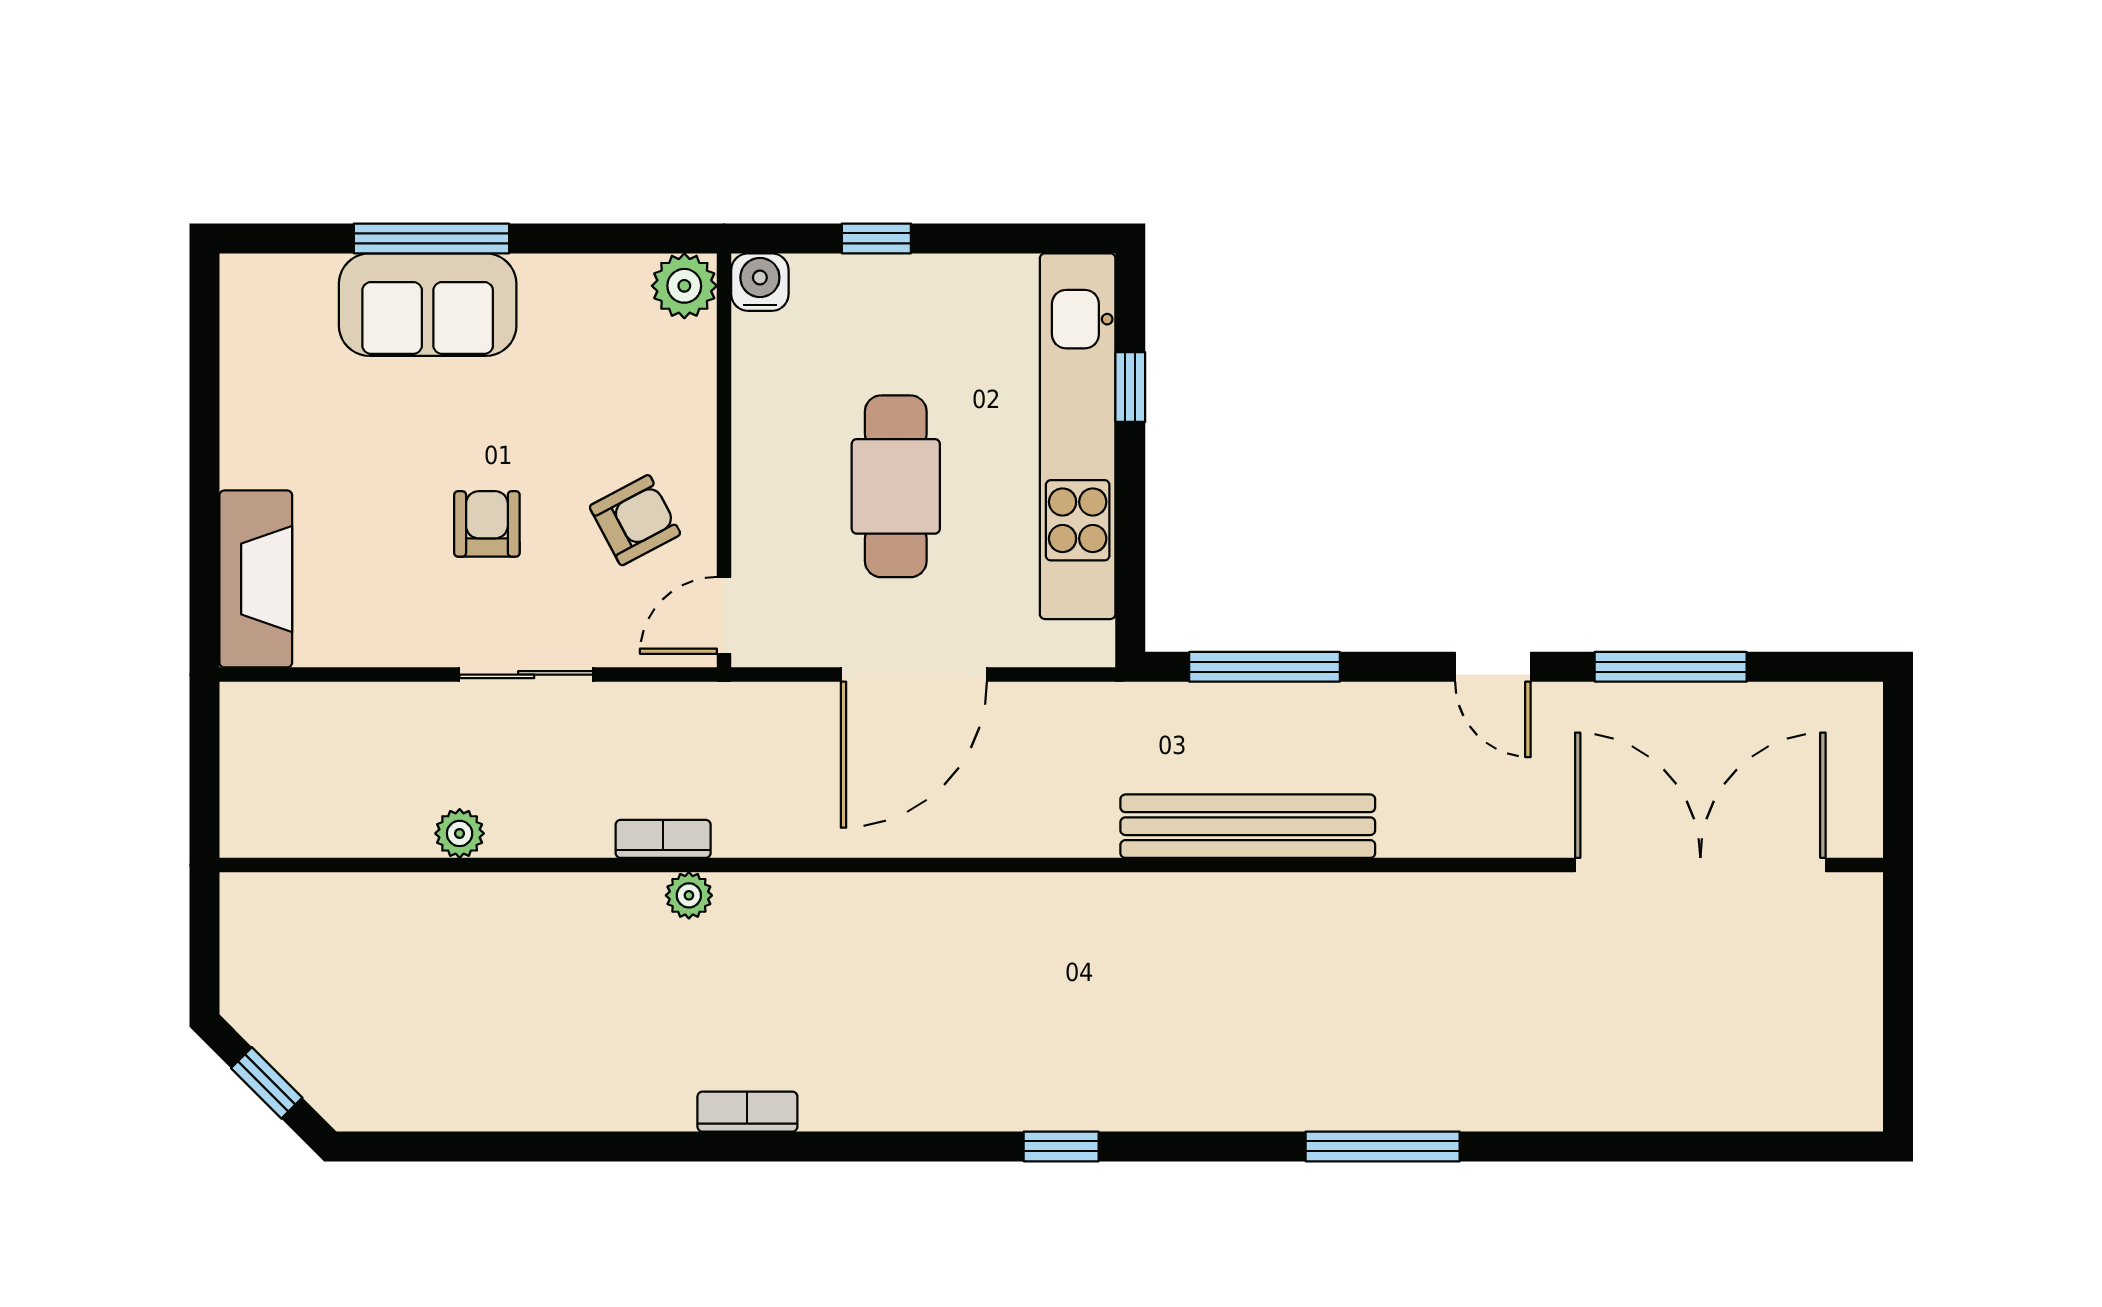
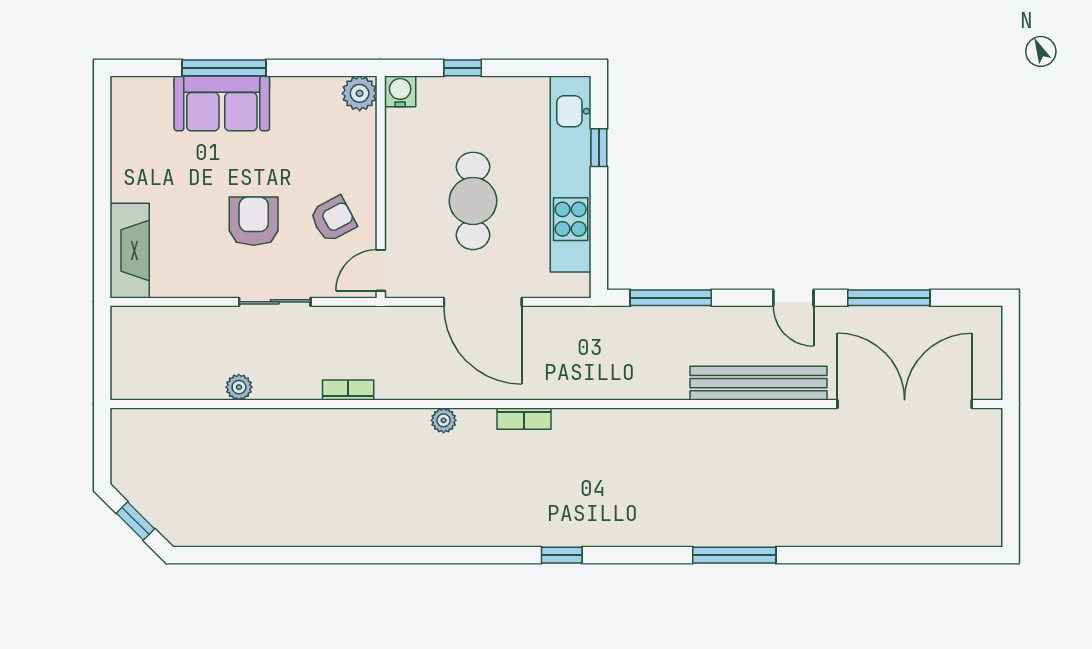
armchair: (487, 524) -> (254, 221), width x1.38, depth x1.38
door: (914, 675) -> (483, 302), hinge flipped
bench: (1248, 826) -> (758, 383), moved
plant: (689, 895) -> (444, 420), moved
bookcase: (747, 1112) -> (524, 419), moved, turned 180

